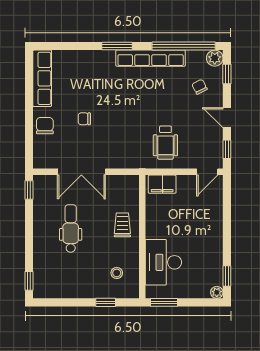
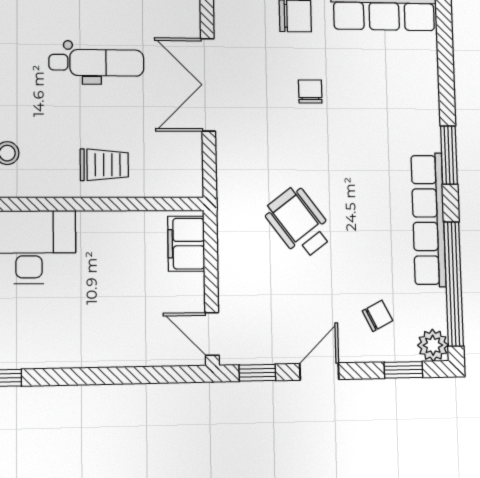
wheelchair: (165, 143) -> (299, 223), moved, turned 53

